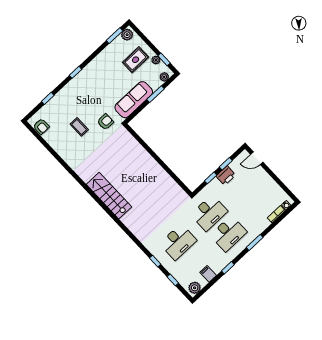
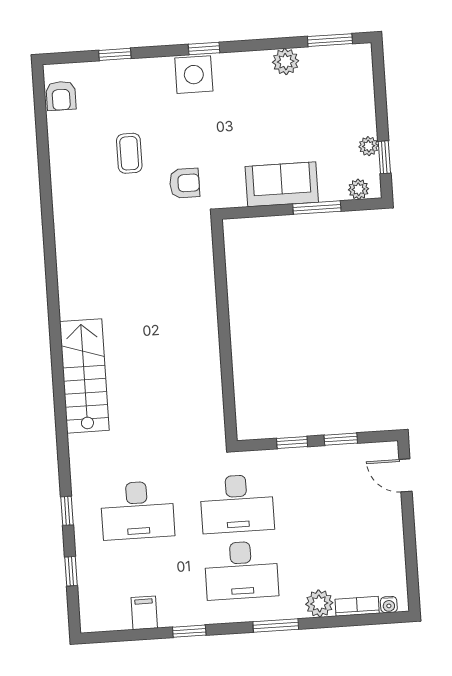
plant: (127, 35) -> (286, 62), moved
rug: (136, 60) -> (332, 115), removed
side table: (79, 84) -> (194, 75), added
sofa: (134, 100) -> (282, 184), width x0.73
printer: (226, 176) -> (323, 461), removed
stairs: (109, 196) -> (84, 376), moved
plant: (195, 288) -> (319, 603), moved

